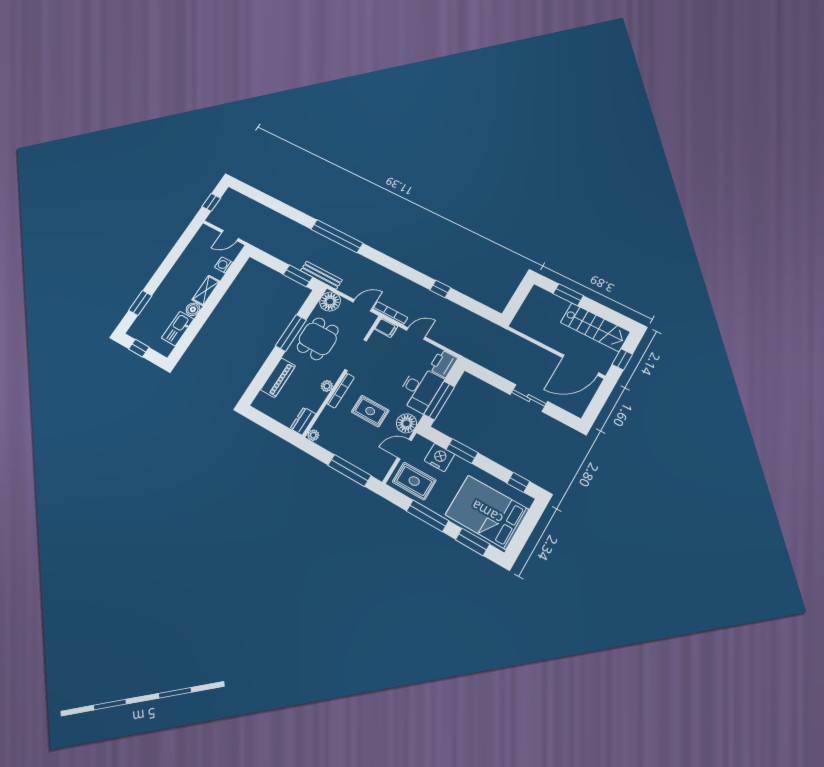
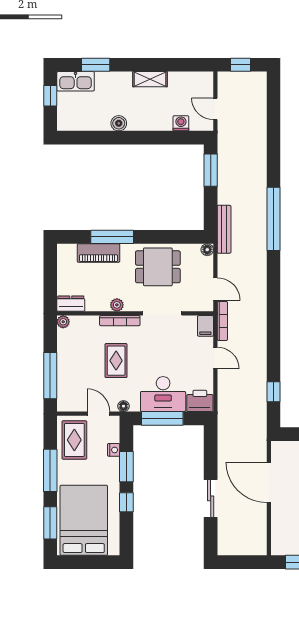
window: (298, 276) -> (211, 170), moved
window: (440, 289) -> (273, 392), moved
shelving: (206, 290) -> (150, 79), moved
floor lamp: (330, 302) -> (207, 250), width x0.53, depth x0.53
kitchen sink: (178, 329) -> (76, 81), moved, turned 180
window: (291, 333) -> (112, 237), moved
door: (581, 365) -> (269, 482), moved
floor lamp: (406, 423) -> (123, 406), width x0.53, depth x0.53
nightstand: (439, 458) -> (114, 450), width x0.53, depth x0.56
window: (518, 482) -> (126, 502), moved

